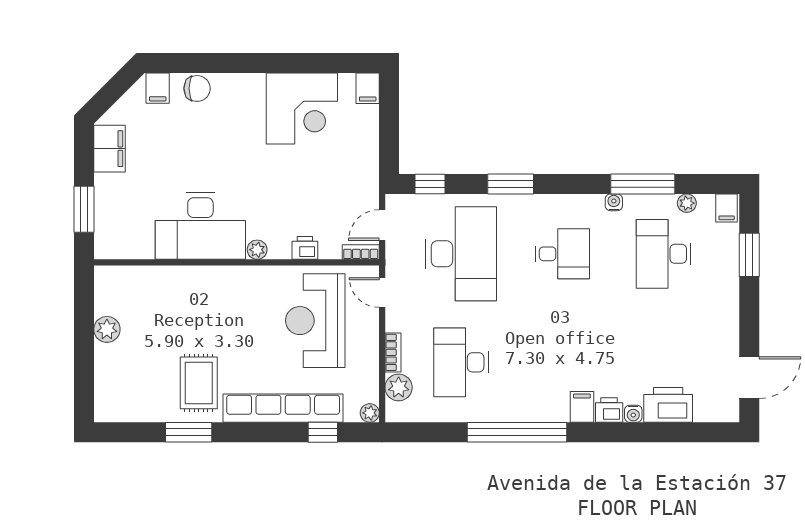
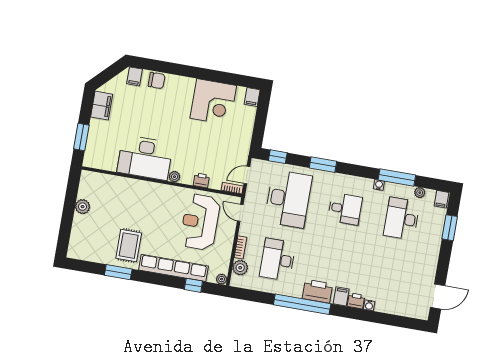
printer: (668, 405) -> (317, 291), moved

